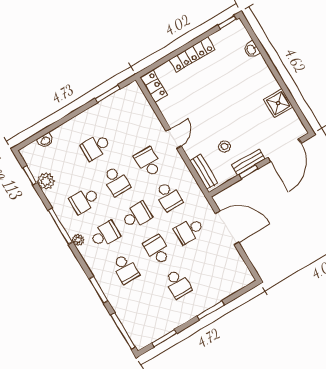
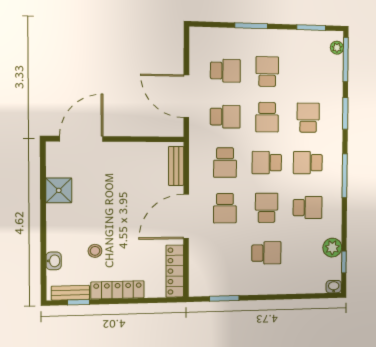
window: (227, 22) -> (79, 302), moved
locker: (154, 86) -> (175, 271), width x1.53
door: (174, 139) -> (186, 216), width x1.88
washbasin: (45, 140) -> (334, 287), moved
stool: (224, 146) -> (95, 251), moved
bench: (248, 162) -> (70, 293), moved
window: (248, 172) -> (131, 139), removed
school desk: (169, 196) -> (225, 163), turned 180
window: (60, 226) -> (345, 176), moved
plant: (78, 240) -> (337, 48), moved
school desk: (210, 265) -> (225, 71), added

